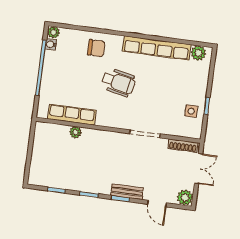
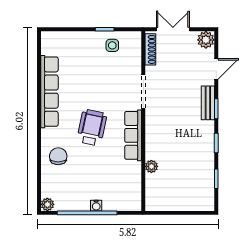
water cooler: (51, 44) -> (96, 206), moved
plant: (198, 53) -> (49, 46), removed
row of seats: (72, 115) -> (133, 135), moved

